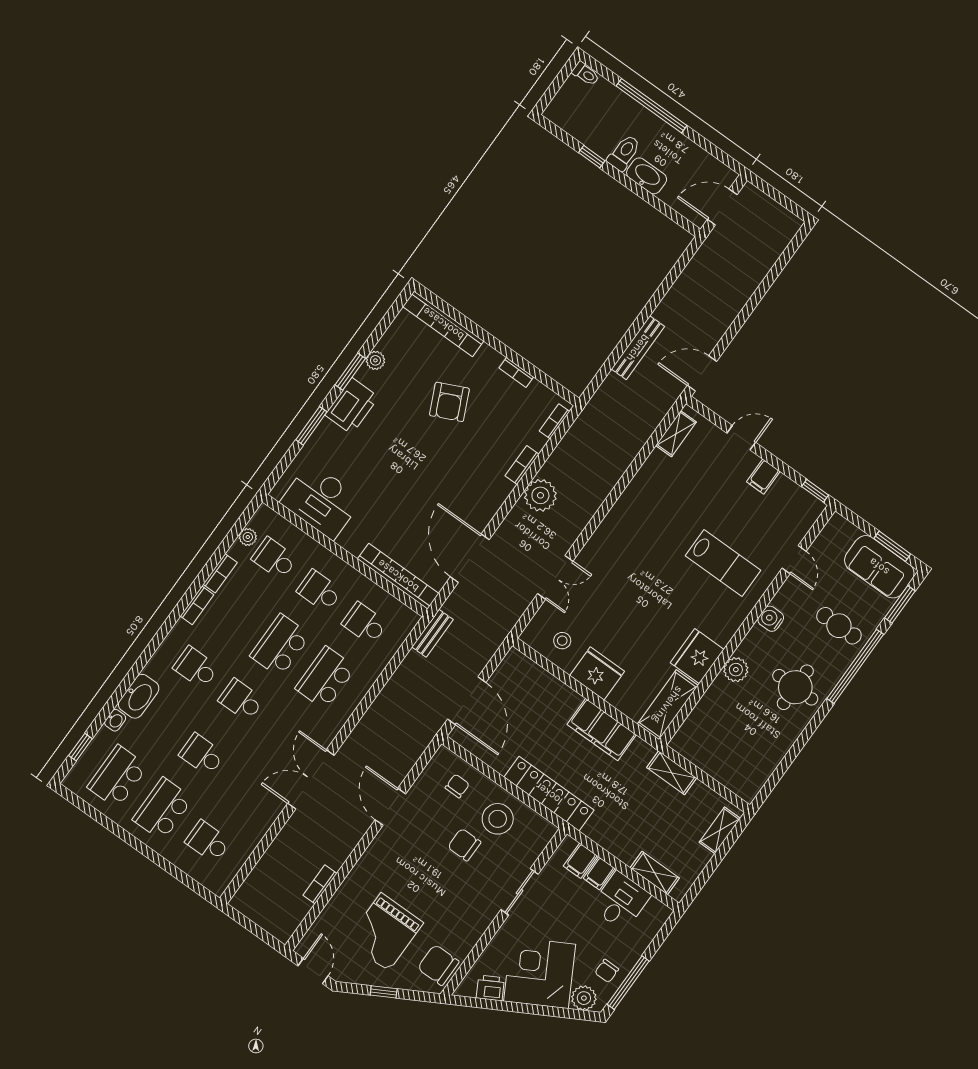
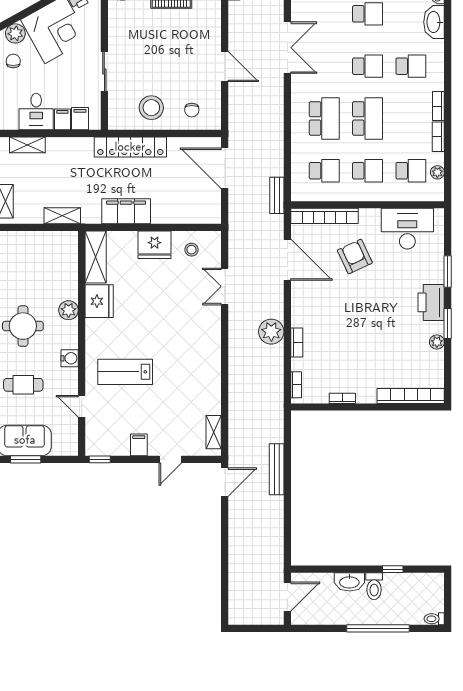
armchair: (449, 402) -> (355, 257), moved
chair: (464, 845) -> (161, 76), removed

